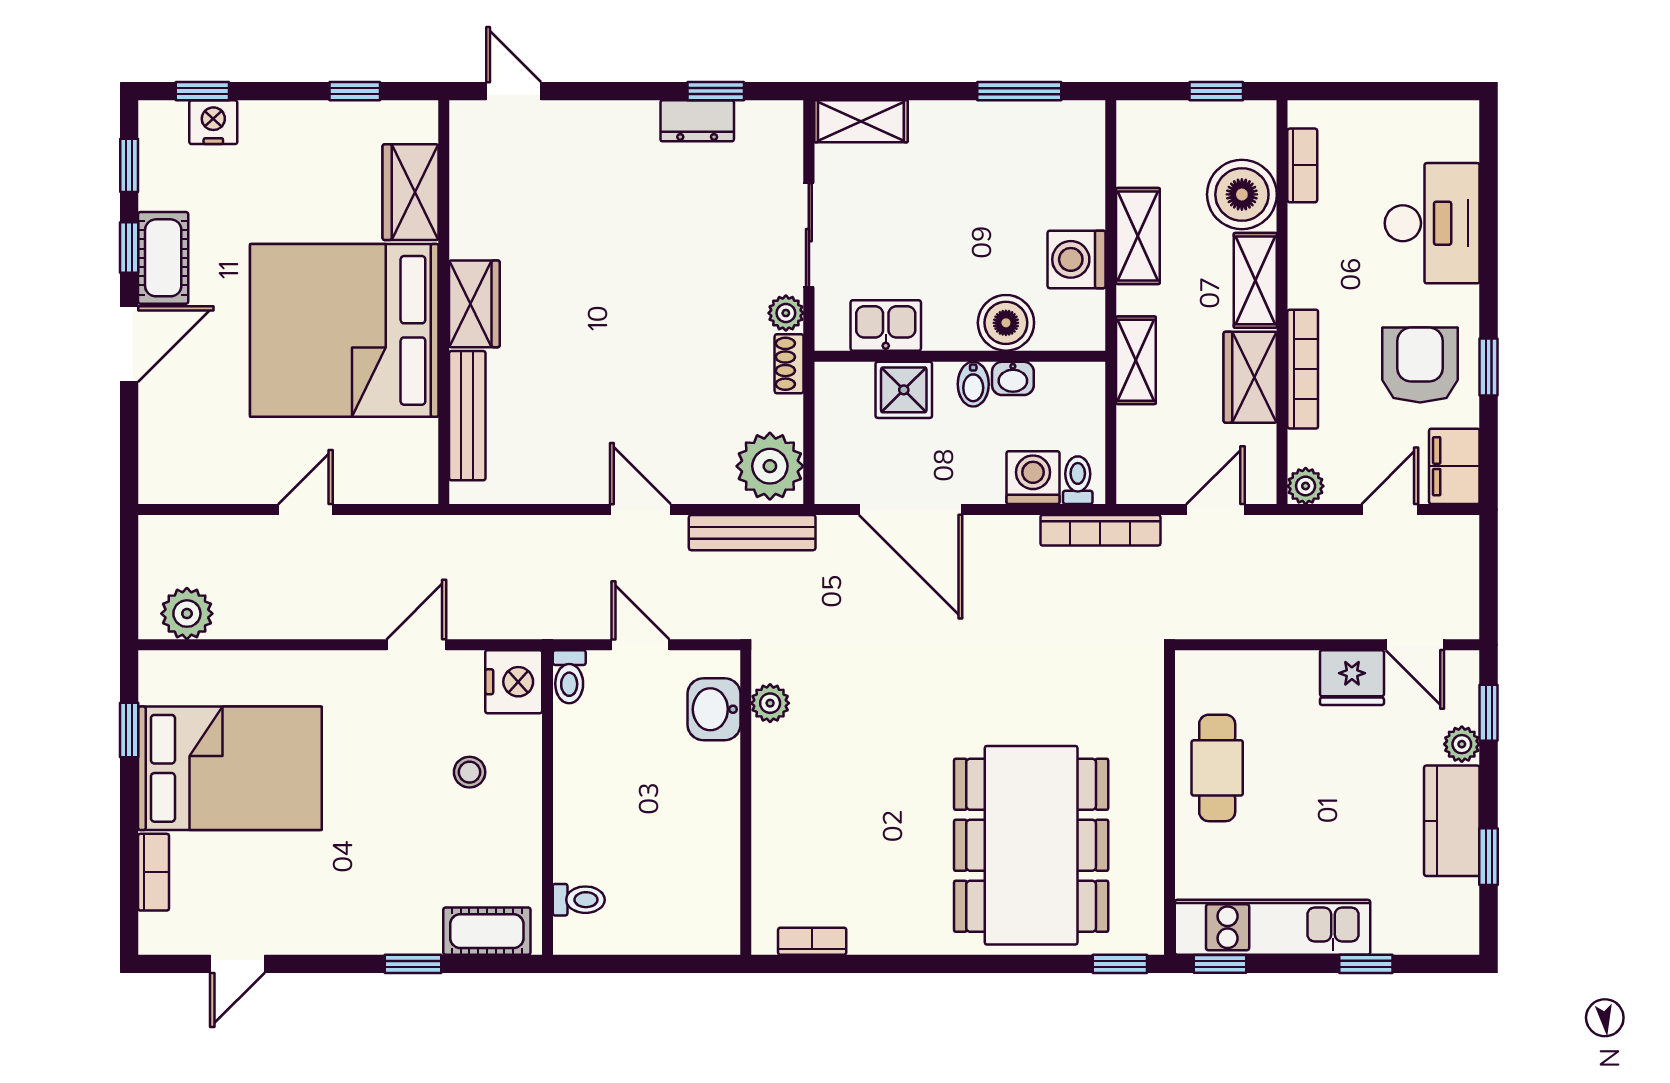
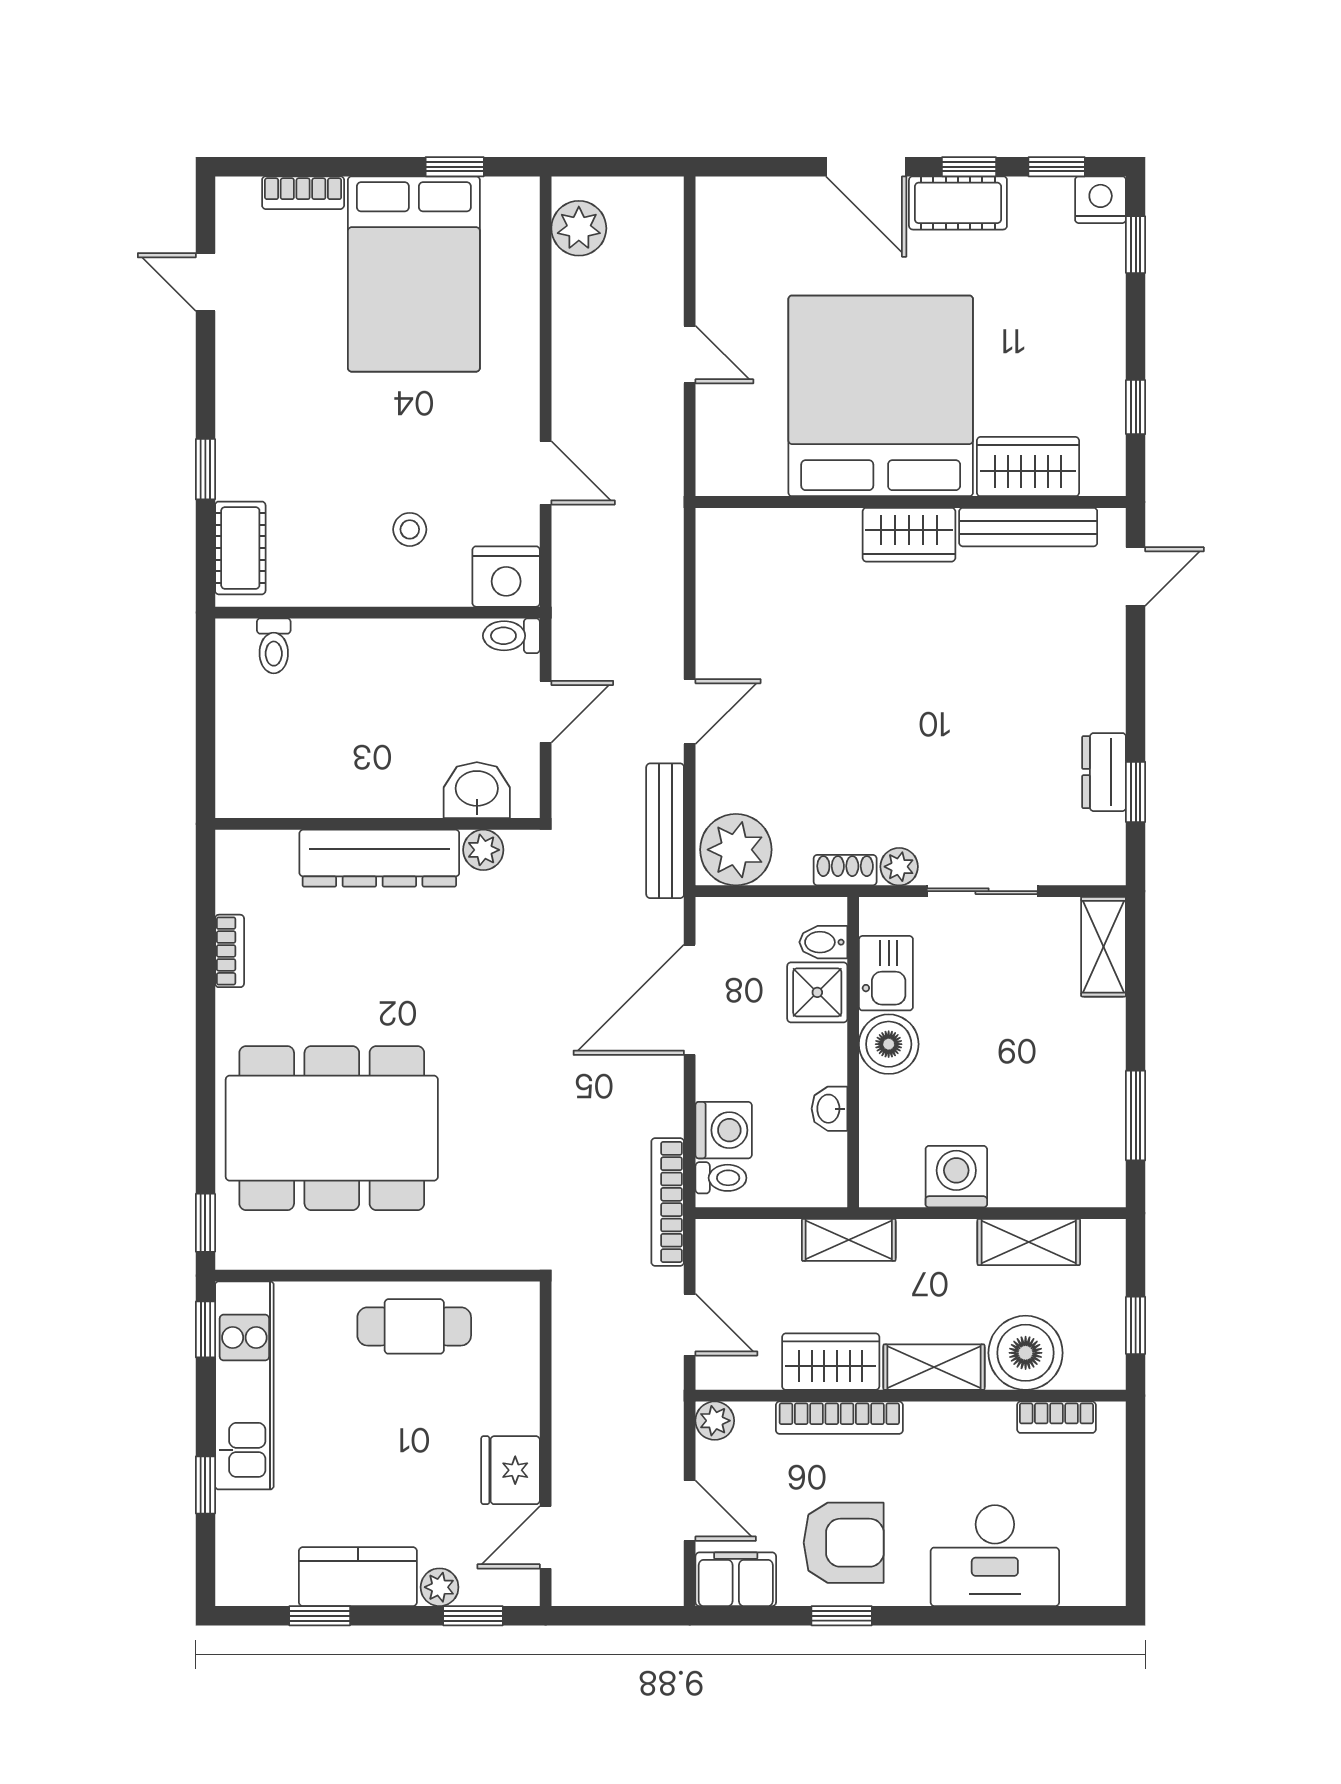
nightstand: (213, 122) -> (1101, 200), moved, turned -90
shelving: (1138, 236) -> (1029, 1242), moved
boiler: (1006, 323) -> (889, 1044), moved
bidet: (973, 384) -> (823, 942), moved
bench: (467, 416) -> (1028, 527), moved
dresser: (778, 801) -> (379, 858), added
bookcase: (812, 941) -> (230, 951), moved

